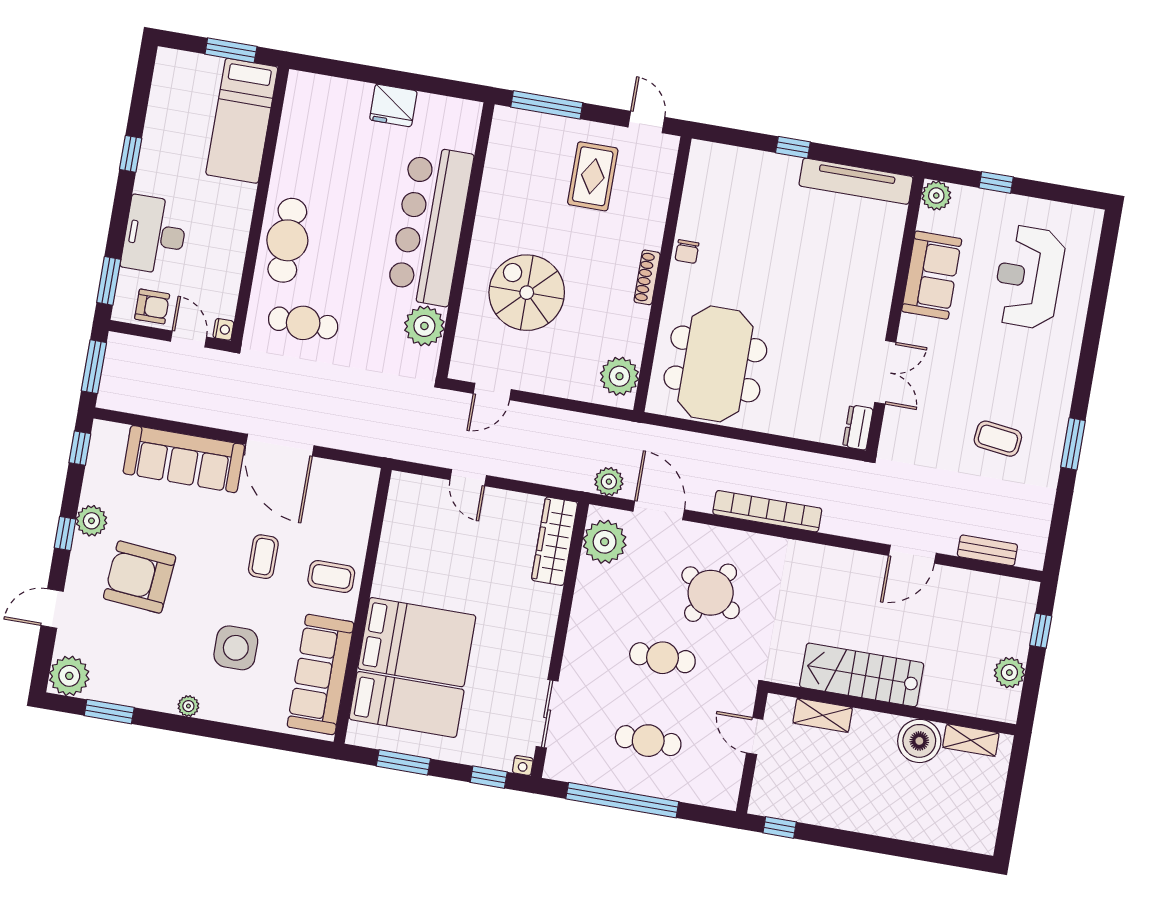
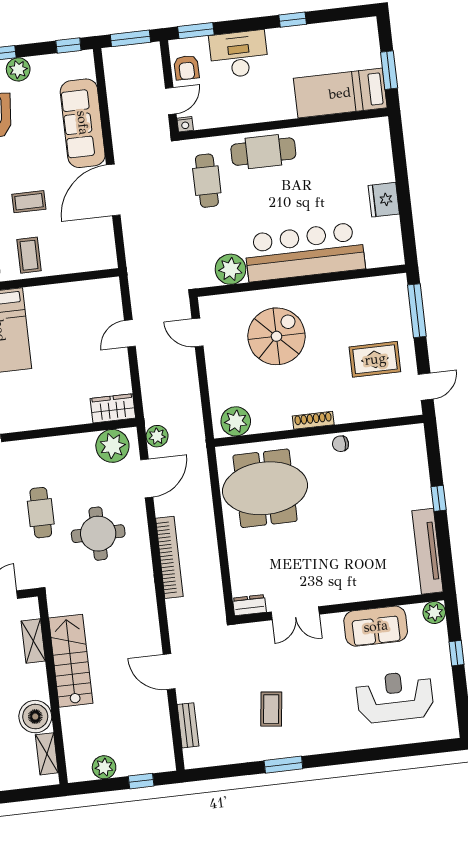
wardrobe: (555, 541) -> (113, 408), width x0.67
round table: (711, 593) -> (98, 534), turned -31

